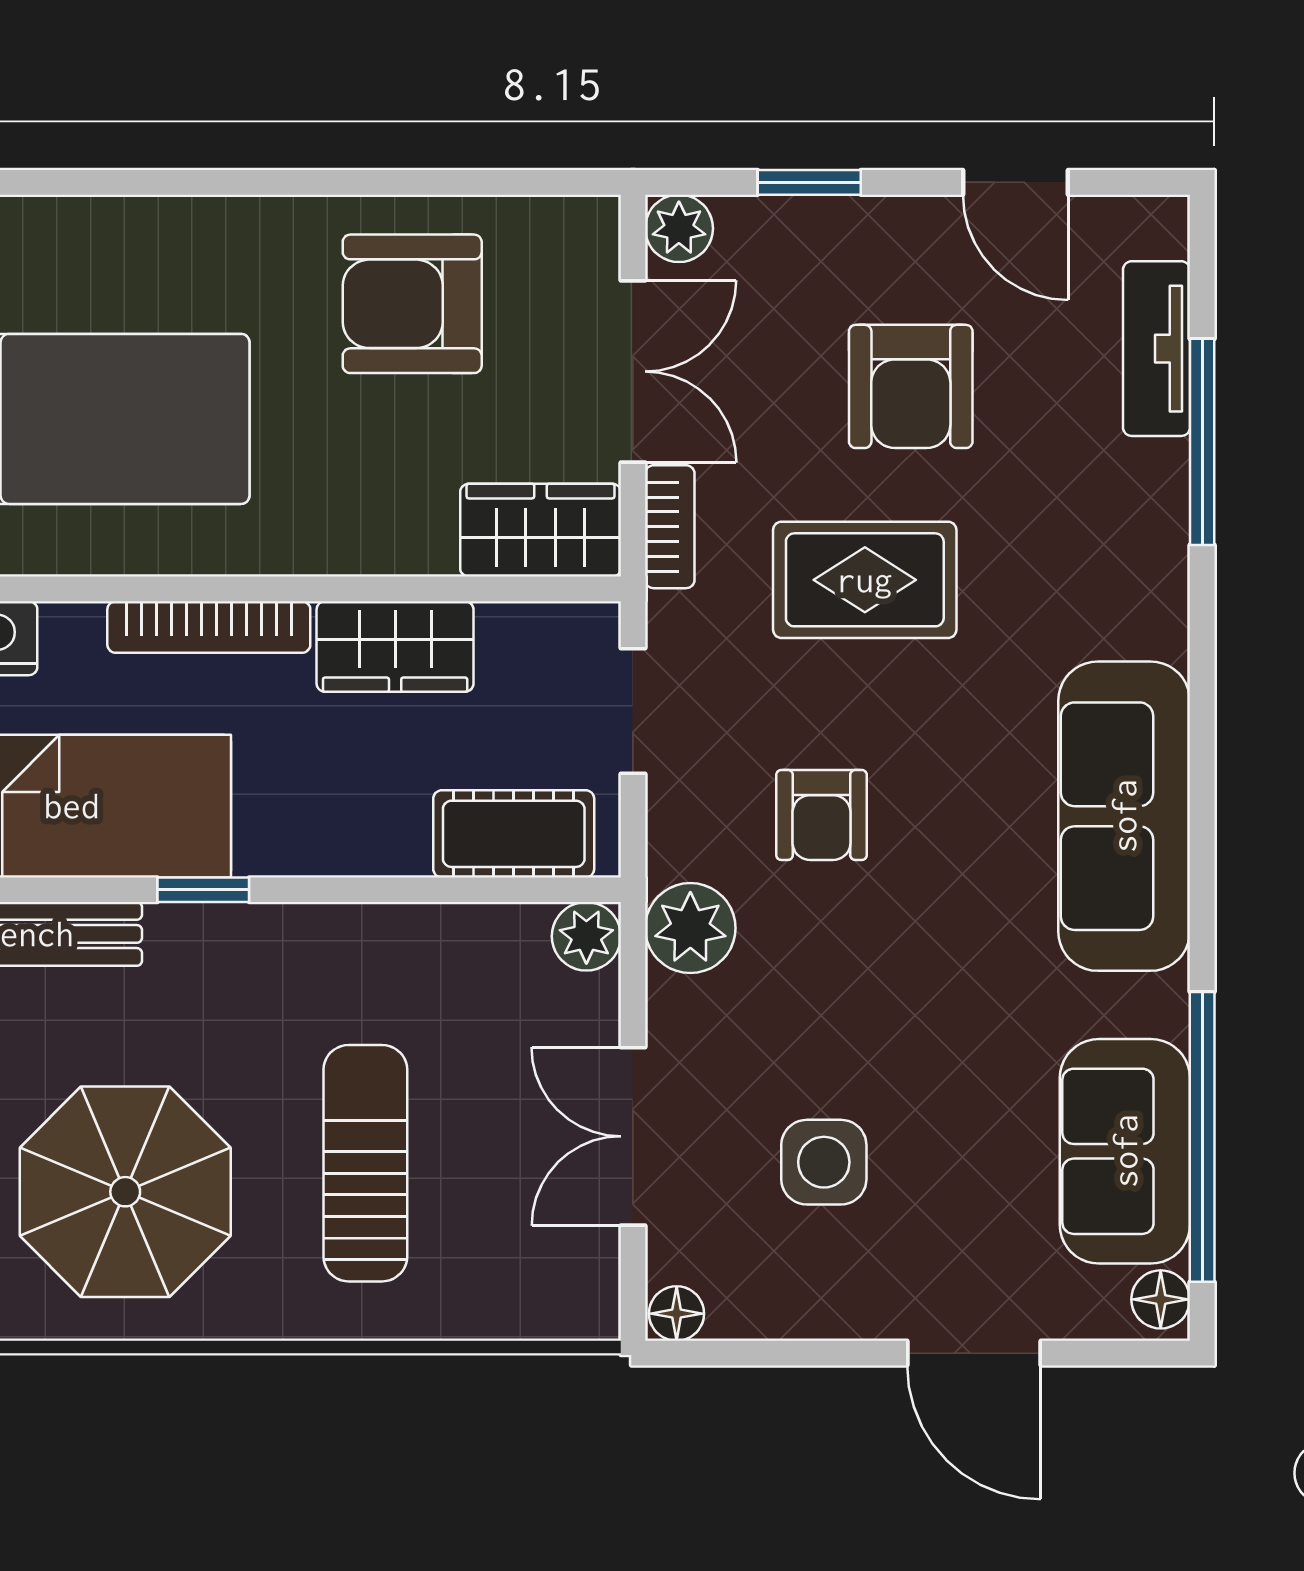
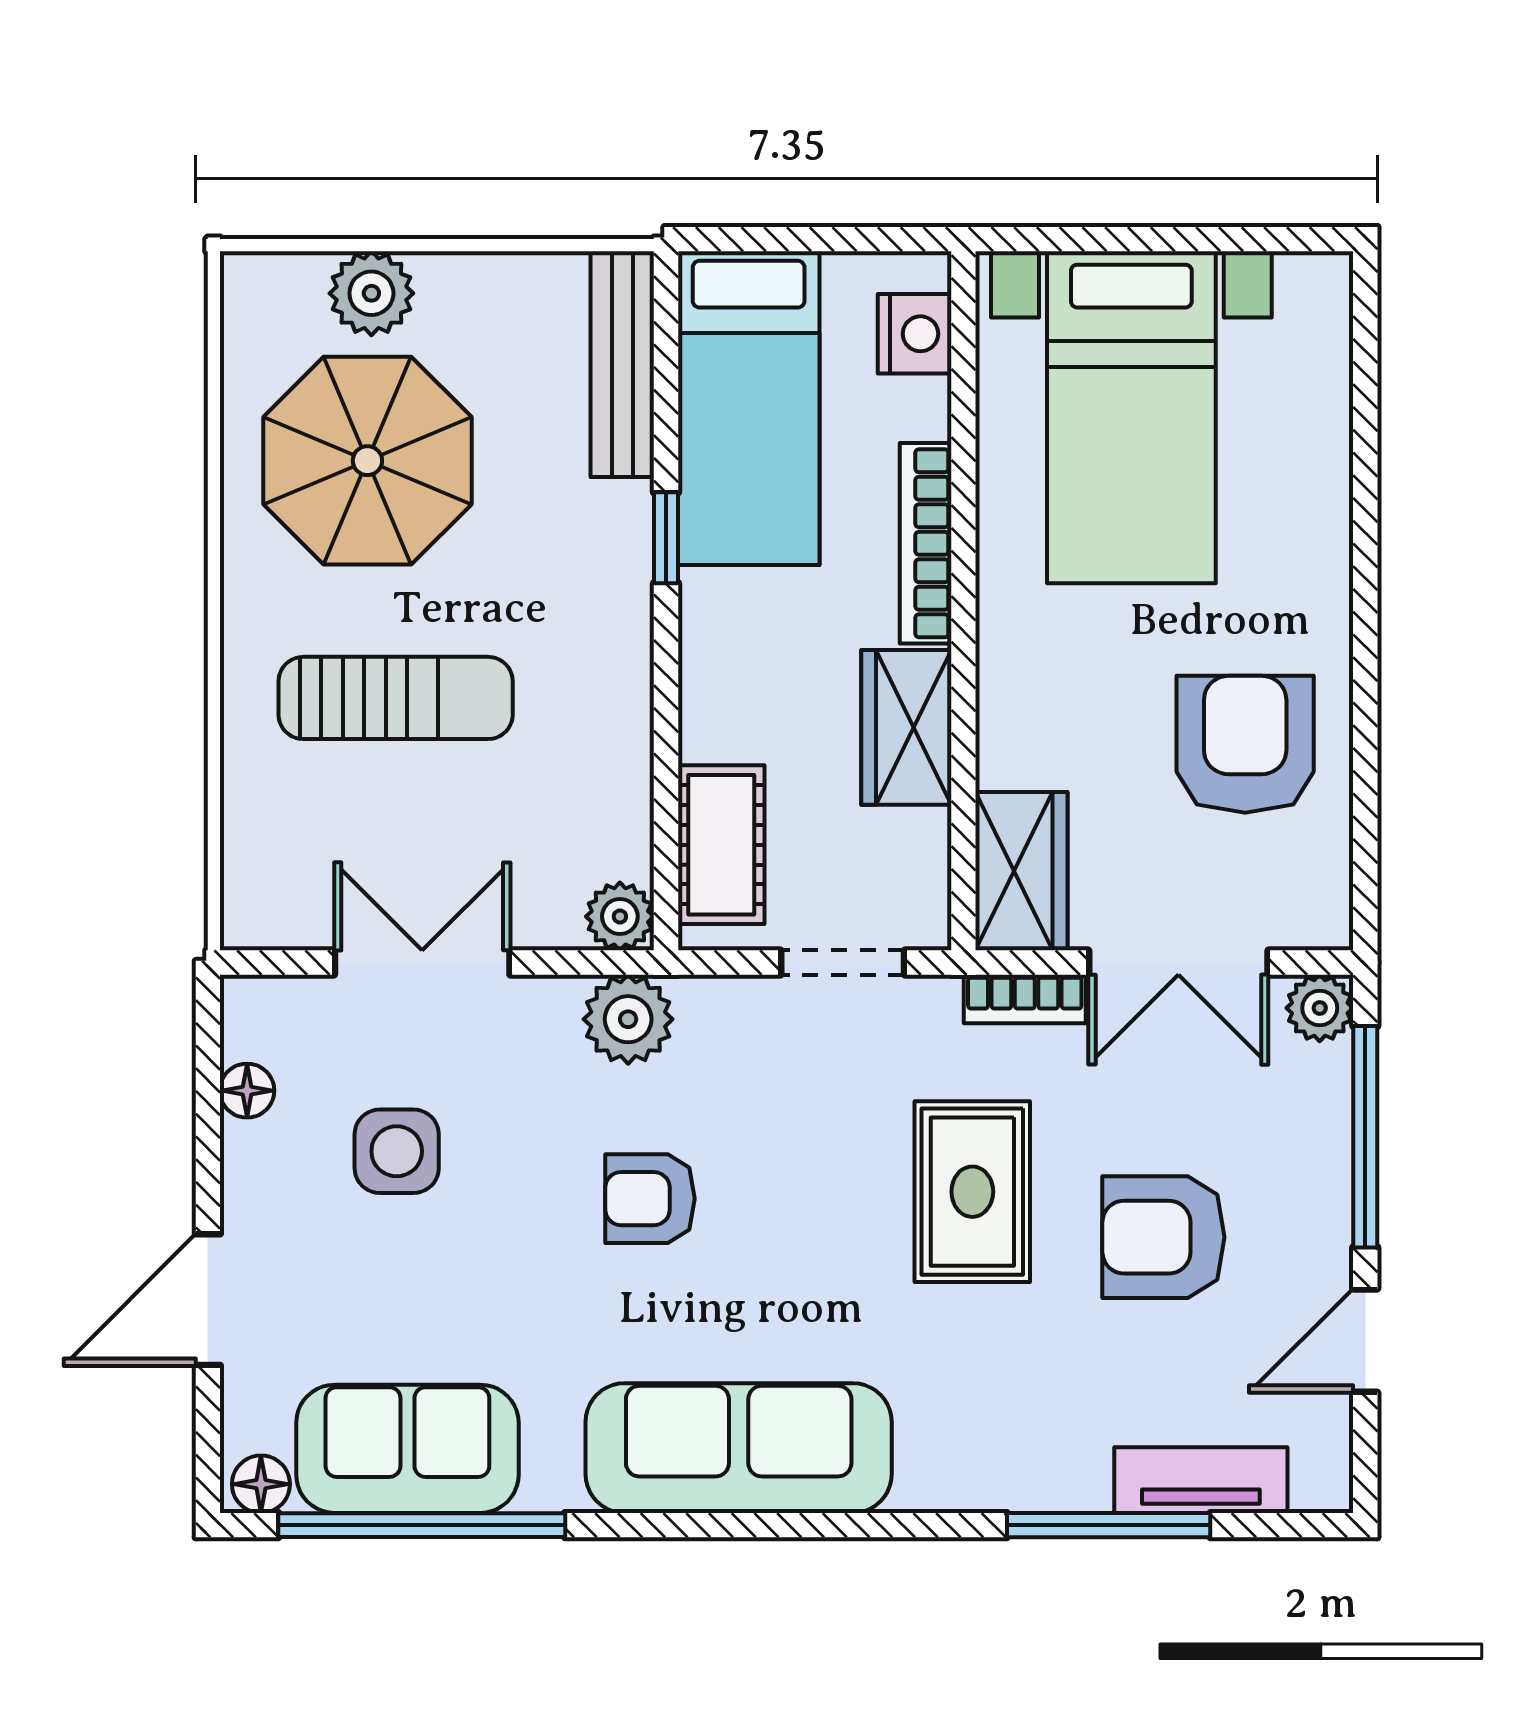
window: (809, 182) -> (1365, 1137), width x2.17
armchair: (822, 815) -> (650, 1199), moved
floor lamp: (677, 1314) -> (247, 1091), moved

